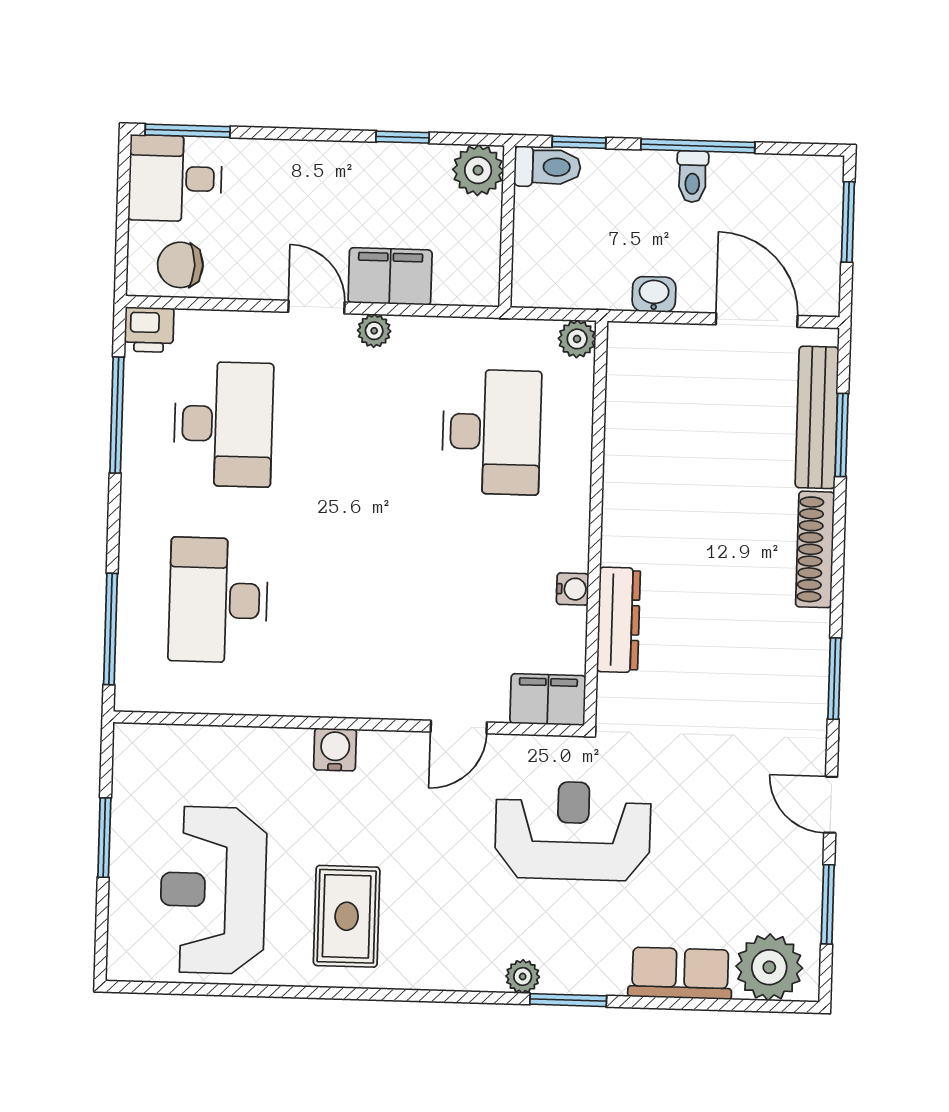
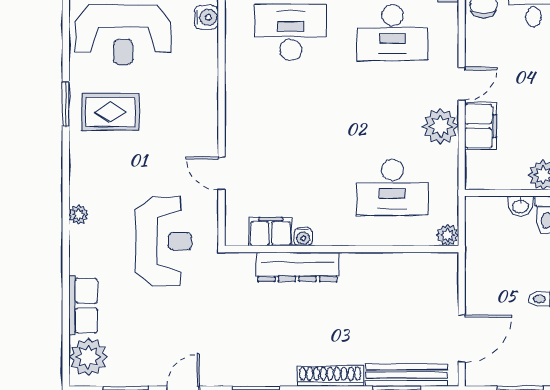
washbasin: (654, 294) -> (520, 206), moved, turned 90
plant: (374, 331) -> (440, 126), width x1.87, depth x1.87
dresser: (619, 620) -> (297, 267), width x1.37, depth x1.24
filing cabinet: (548, 699) -> (270, 232), moved, turned -90
water cooler: (335, 750) -> (206, 17), moved
reception desk: (213, 890) -> (123, 34), turned 180
window: (568, 1000) -> (66, 104), moved

